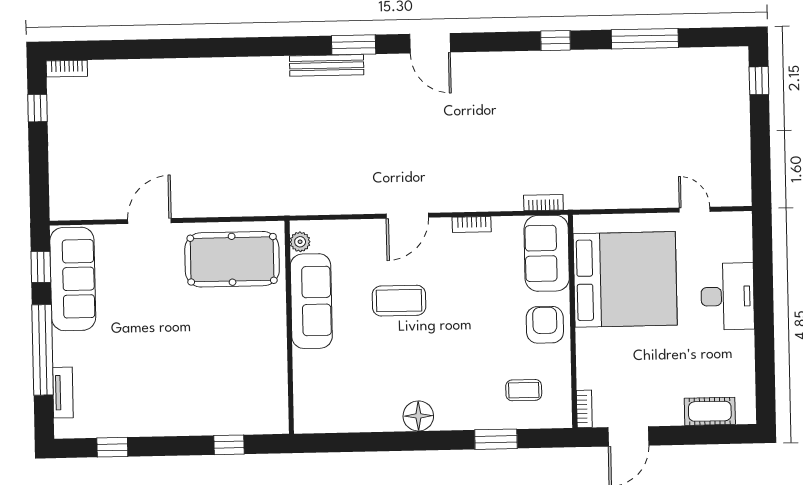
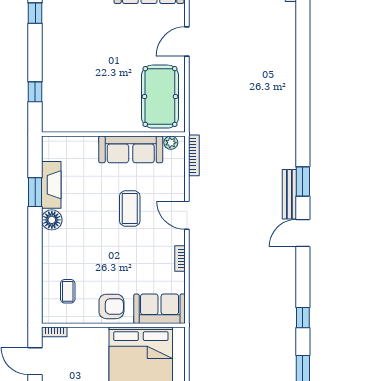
bench: (327, 65) -> (289, 194), moved
bookcase: (543, 203) -> (194, 155), moved, width x1.56
door: (149, 221) -> (187, 41), swing flipped
fireplace: (366, 418) -> (51, 185), added
window: (496, 439) -> (35, 192), moved

